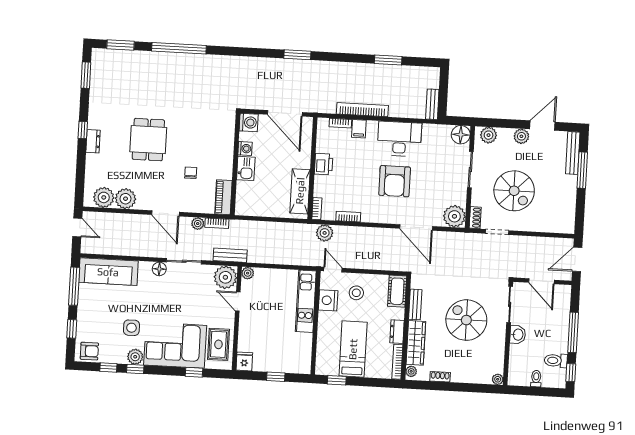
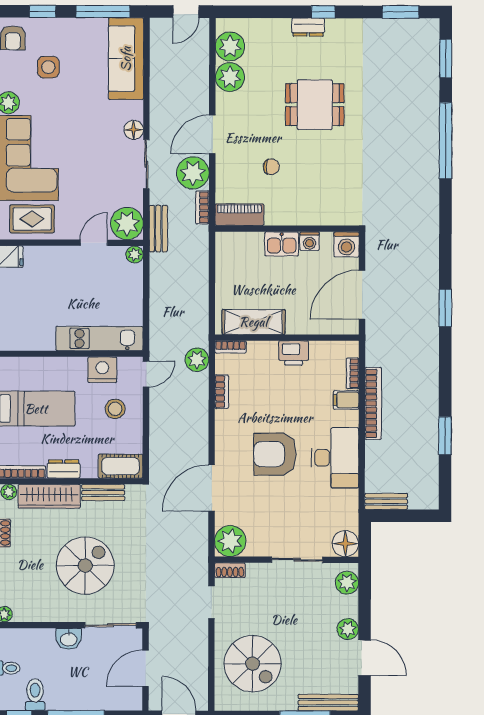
spiral stairs: (514, 191) -> (253, 664), moved, turned -90
plant: (198, 224) -> (193, 173), width x1.87, depth x1.87
side table: (131, 328) -> (48, 67), moved

